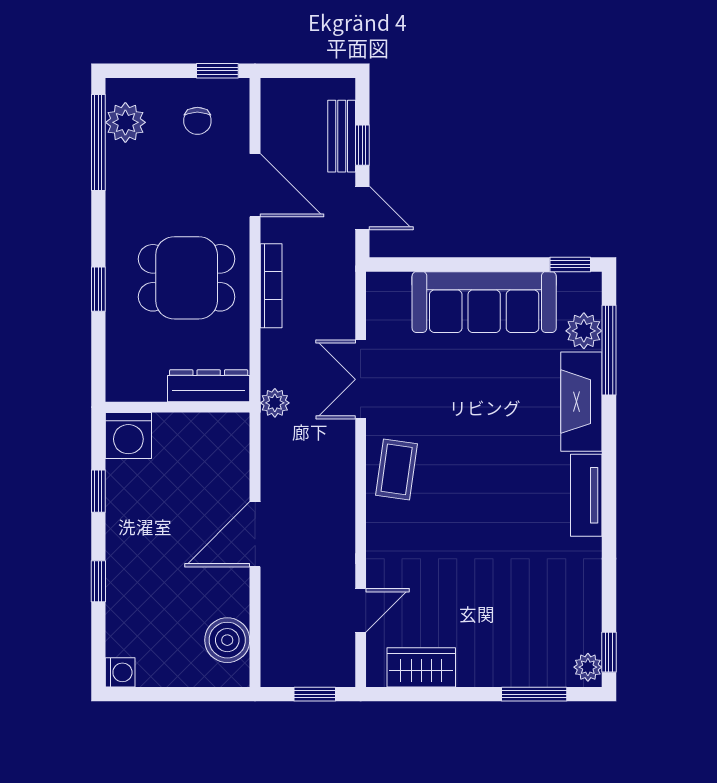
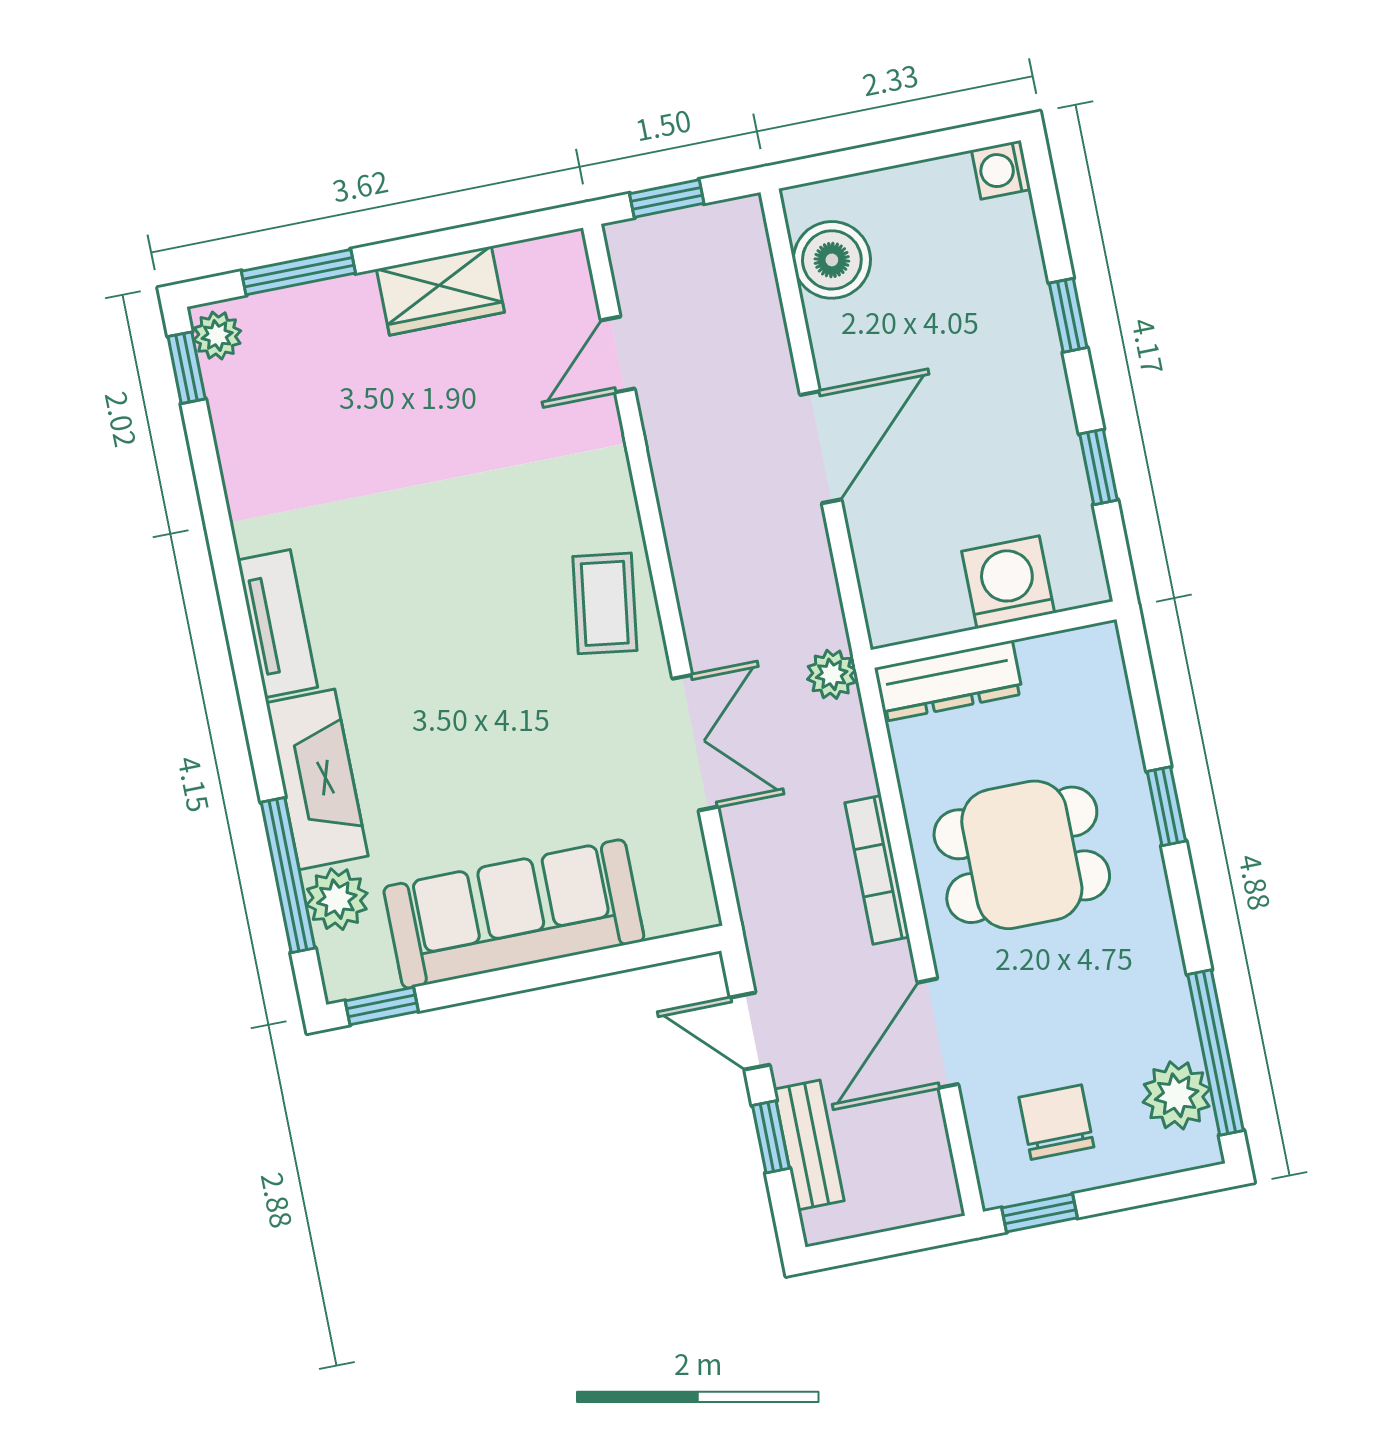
chair: (197, 121) -> (1056, 1122), width x1.37, depth x1.37
door: (255, 185) -> (938, 1033), hinge flipped
washing machine: (128, 435) -> (1008, 582), moved
wardrobe: (421, 667) -> (440, 291), moved

